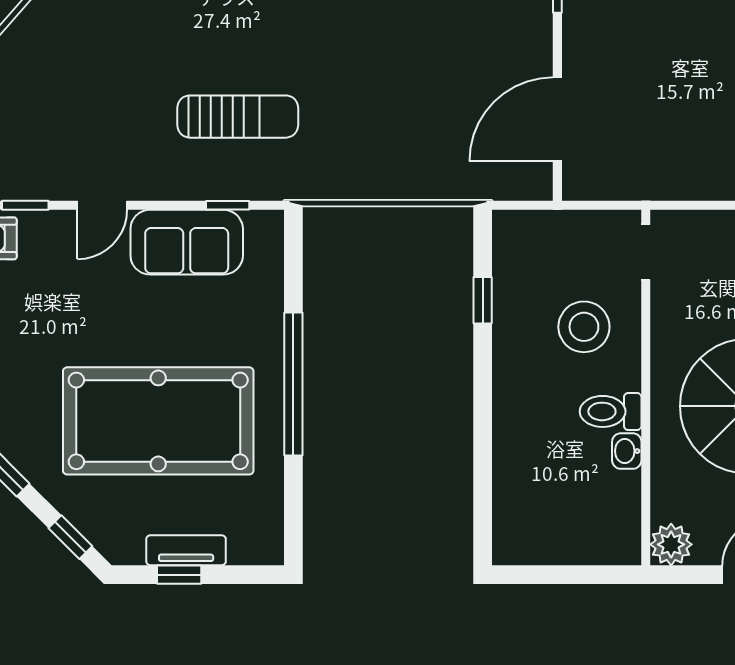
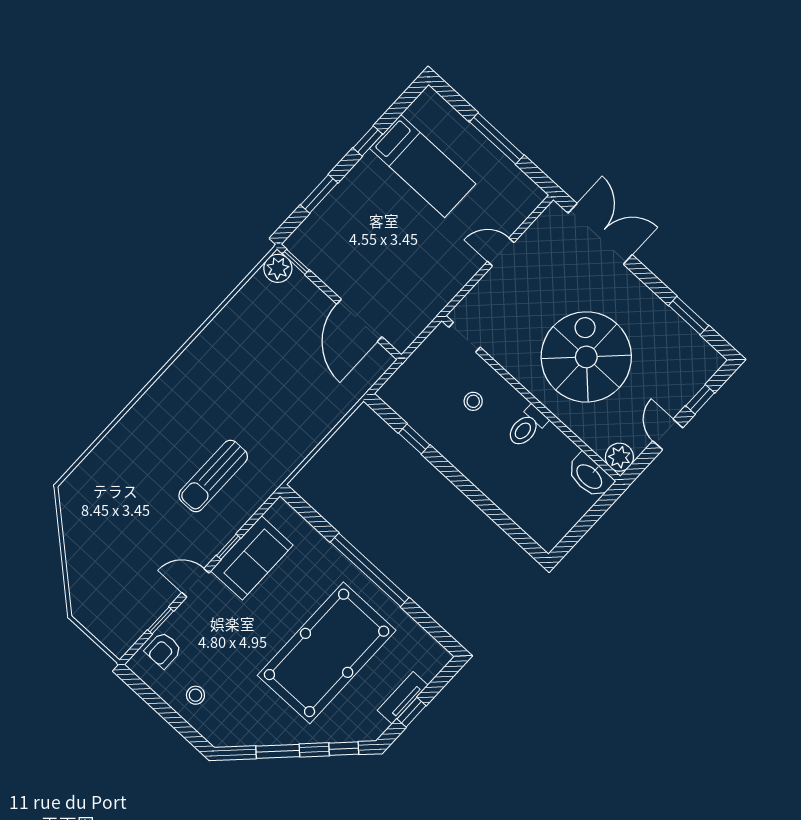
sun lounger: (238, 117) -> (213, 476), turned 180
door: (102, 205) -> (195, 583), swing flipped
window: (228, 205) -> (229, 547), moved
stool: (584, 327) -> (473, 401), width x0.53, depth x0.53
washbasin: (627, 451) -> (590, 476), moved, width x1.91, depth x1.45

